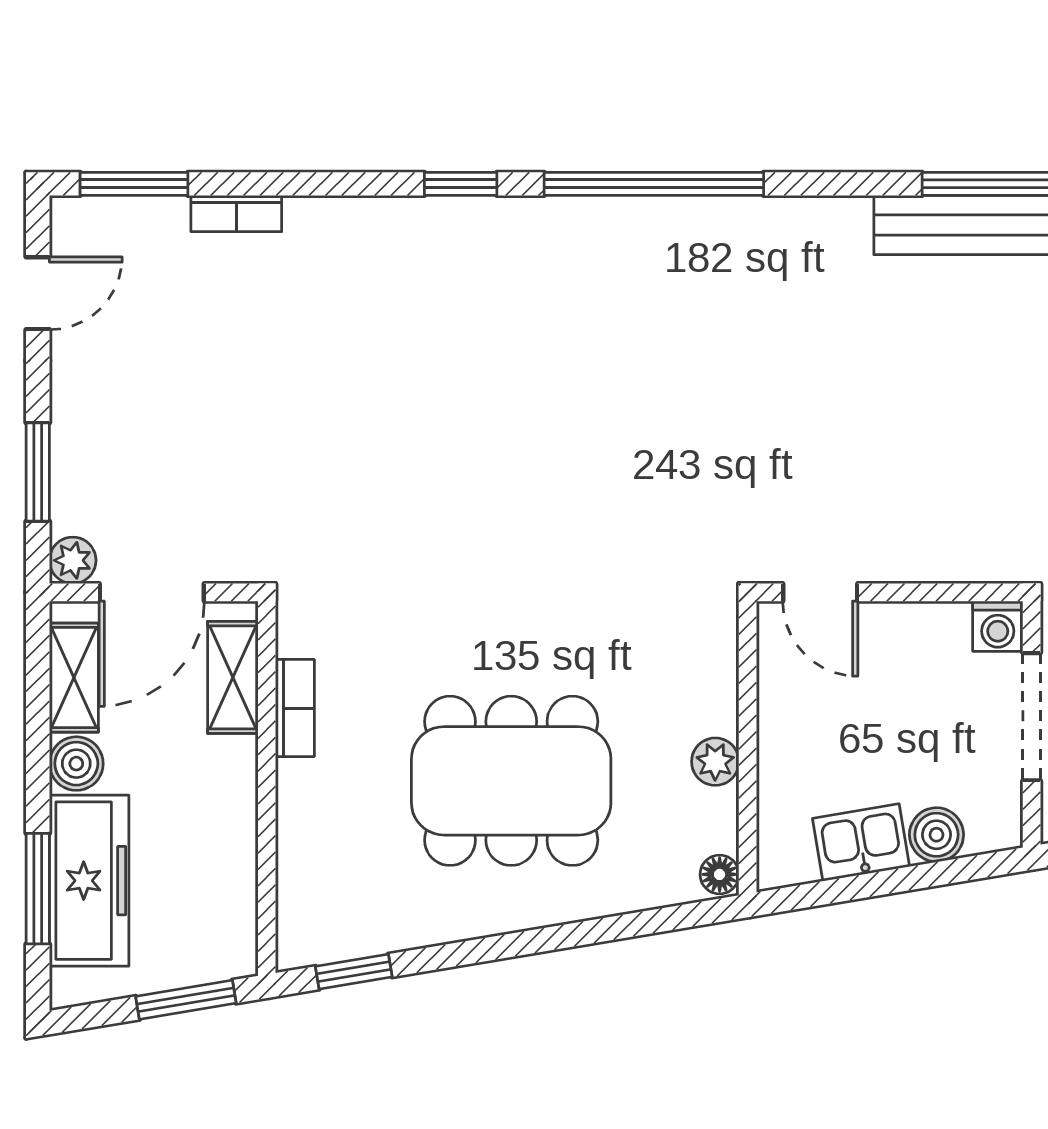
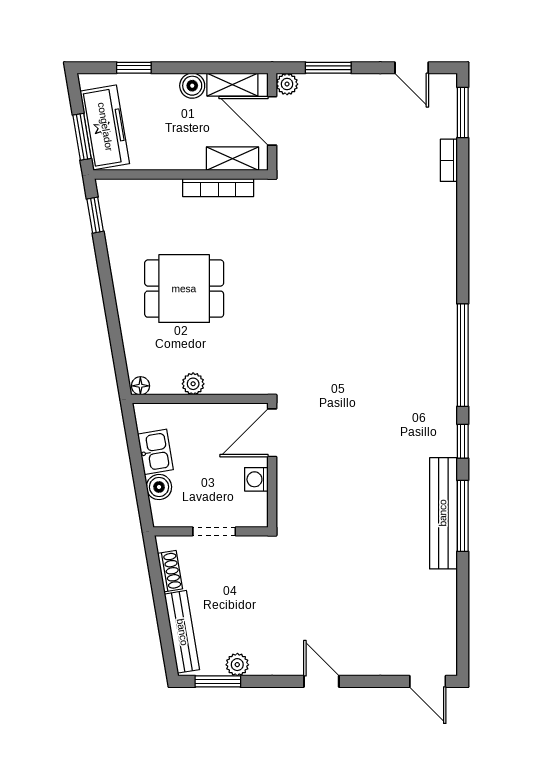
window: (461, 184) -> (463, 441), moved
door: (820, 592) -> (272, 433), width x1.38
washing machine: (998, 626) -> (256, 479), moved
bookcase: (295, 708) -> (218, 188), width x1.56
doorway: (1032, 717) -> (214, 531), width x0.73
dining table: (511, 781) -> (184, 289), width x0.73
freezer: (89, 881) -> (105, 127), moved, turned -100
window: (38, 889) -> (134, 68), width x0.67

